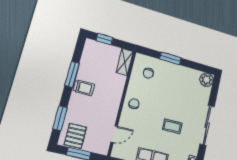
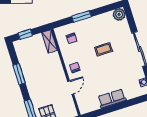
trolley: (84, 88) -> (33, 78), removed
coffee table: (172, 126) -> (104, 49), moved
door: (114, 134) -> (71, 88), moved

